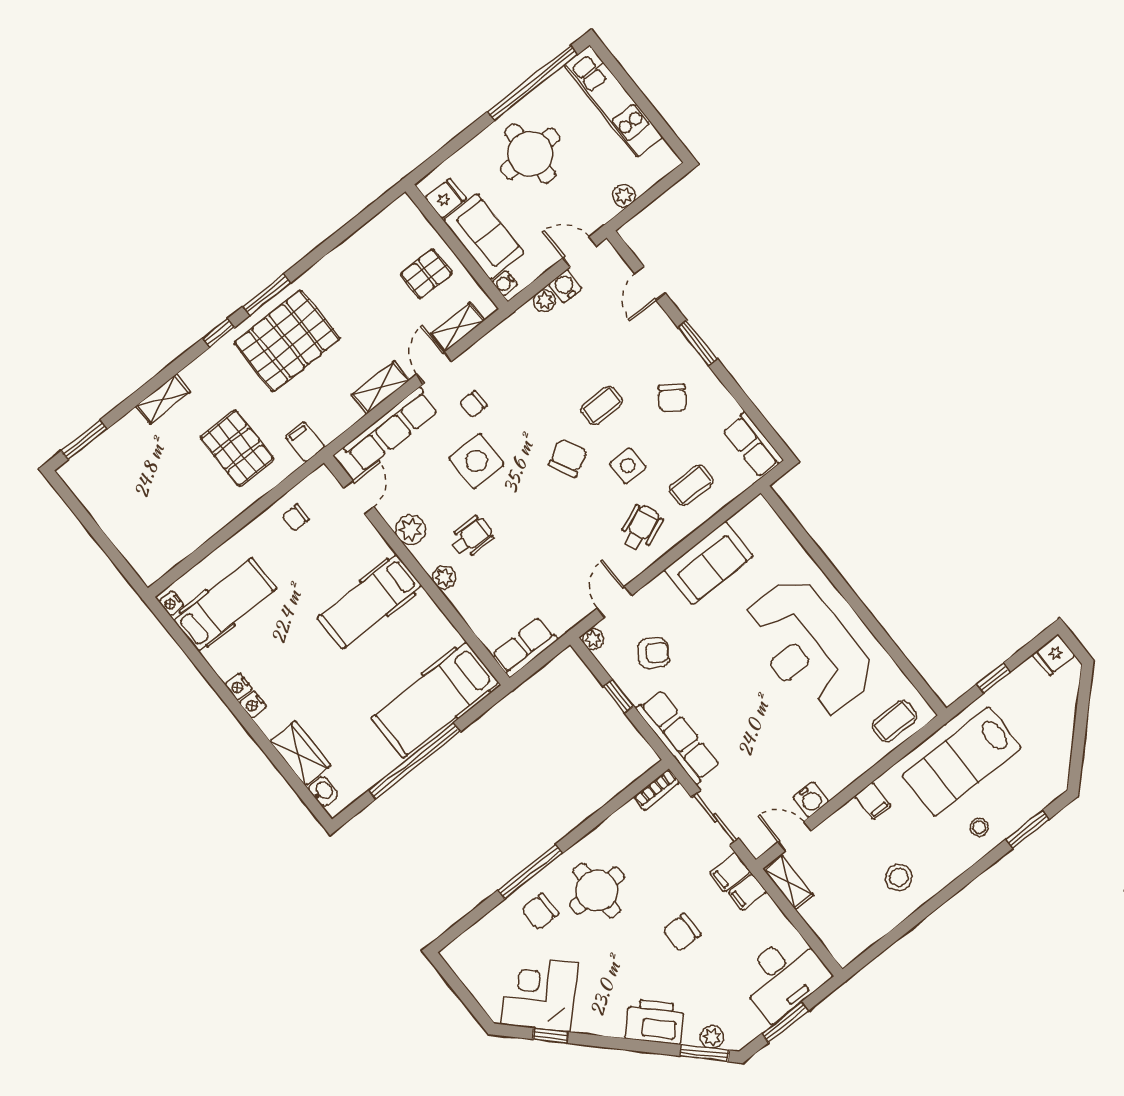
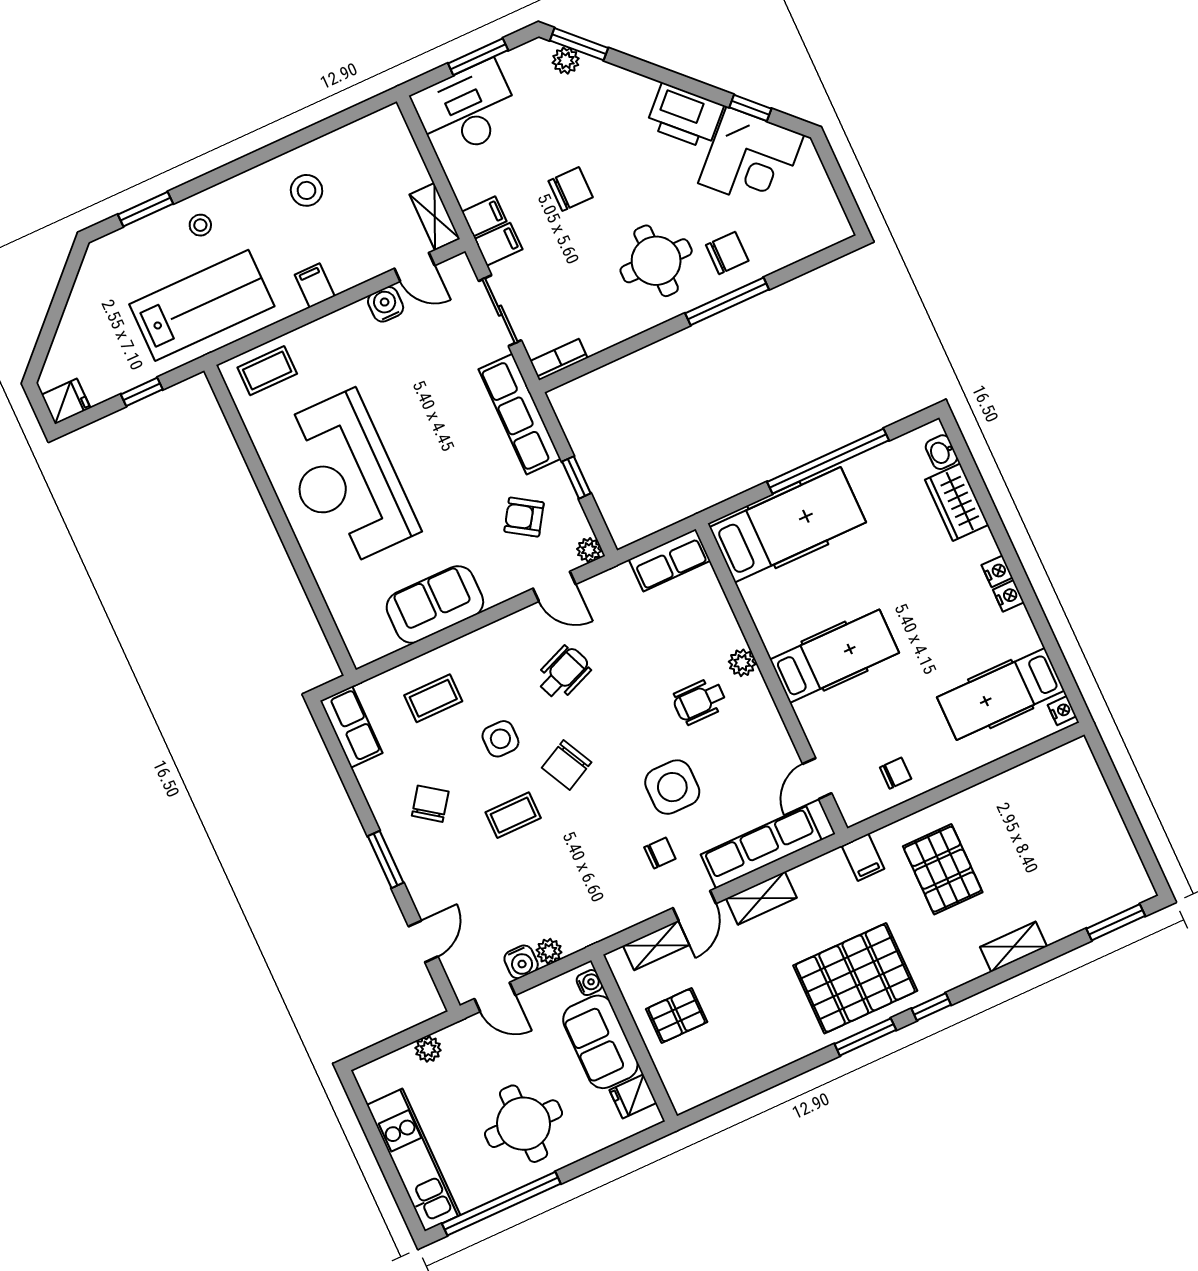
wheelchair: (641, 528) -> (563, 673), moved, turned 180
plant: (410, 530) -> (767, 727), removed
door: (614, 602) -> (554, 586), hinge flipped
reception desk: (808, 648) -> (345, 479), turned 180
printer: (655, 1022) -> (685, 116), moved

